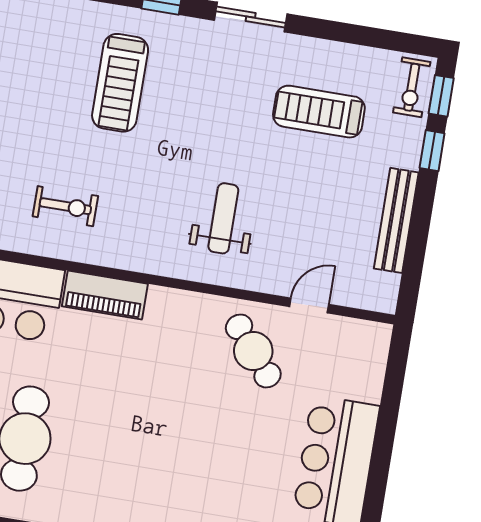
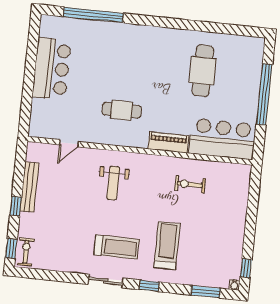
treadmill: (319, 112) -> (116, 247), moved
window: (432, 151) -> (16, 206), moved
cafe table: (253, 351) -> (122, 110), moved, turned -50

